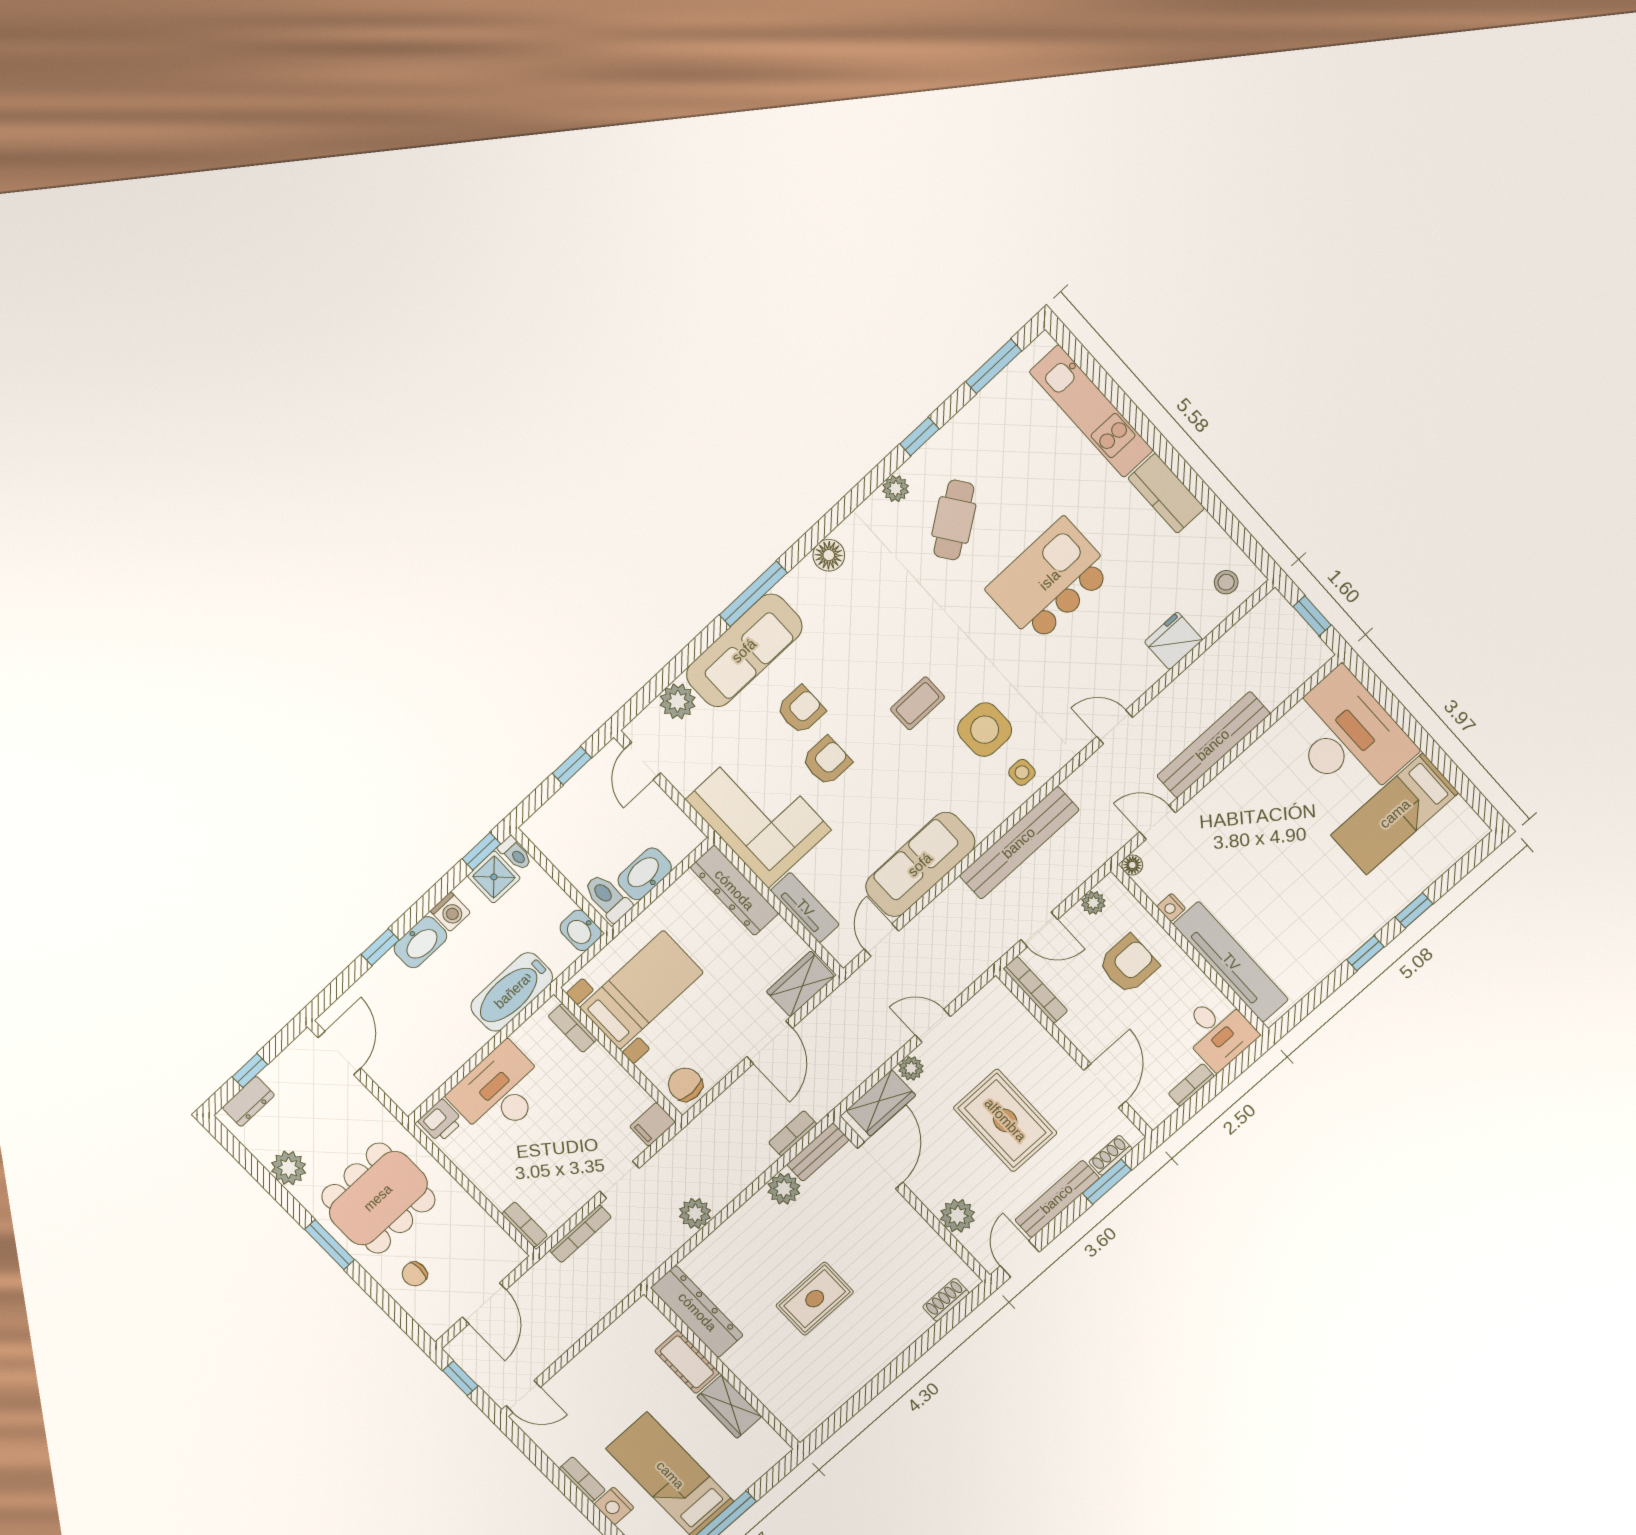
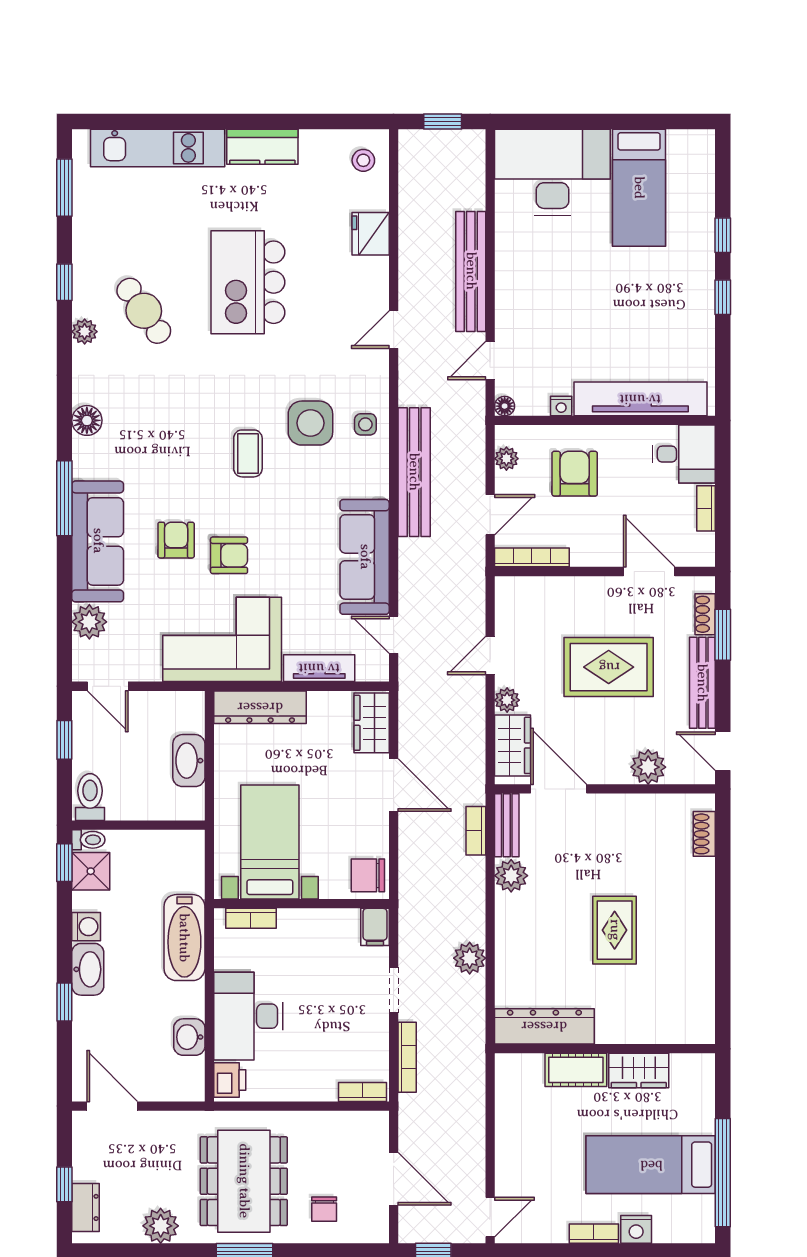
armchair: (827, 761) -> (229, 555), turned 90
toilet: (608, 898) -> (90, 797), moved, turned 90
washbasin: (581, 930) -> (189, 1037), moved, turned 90

